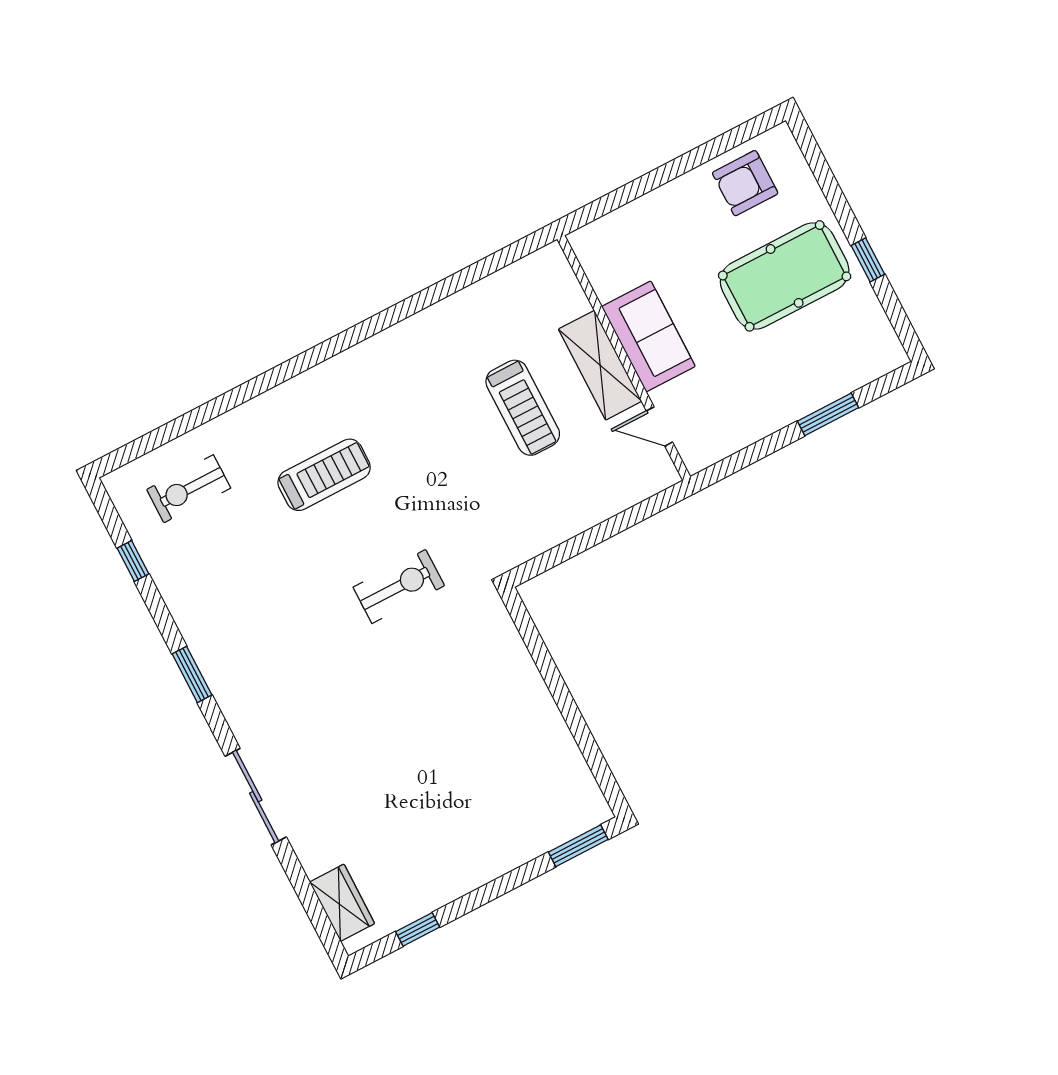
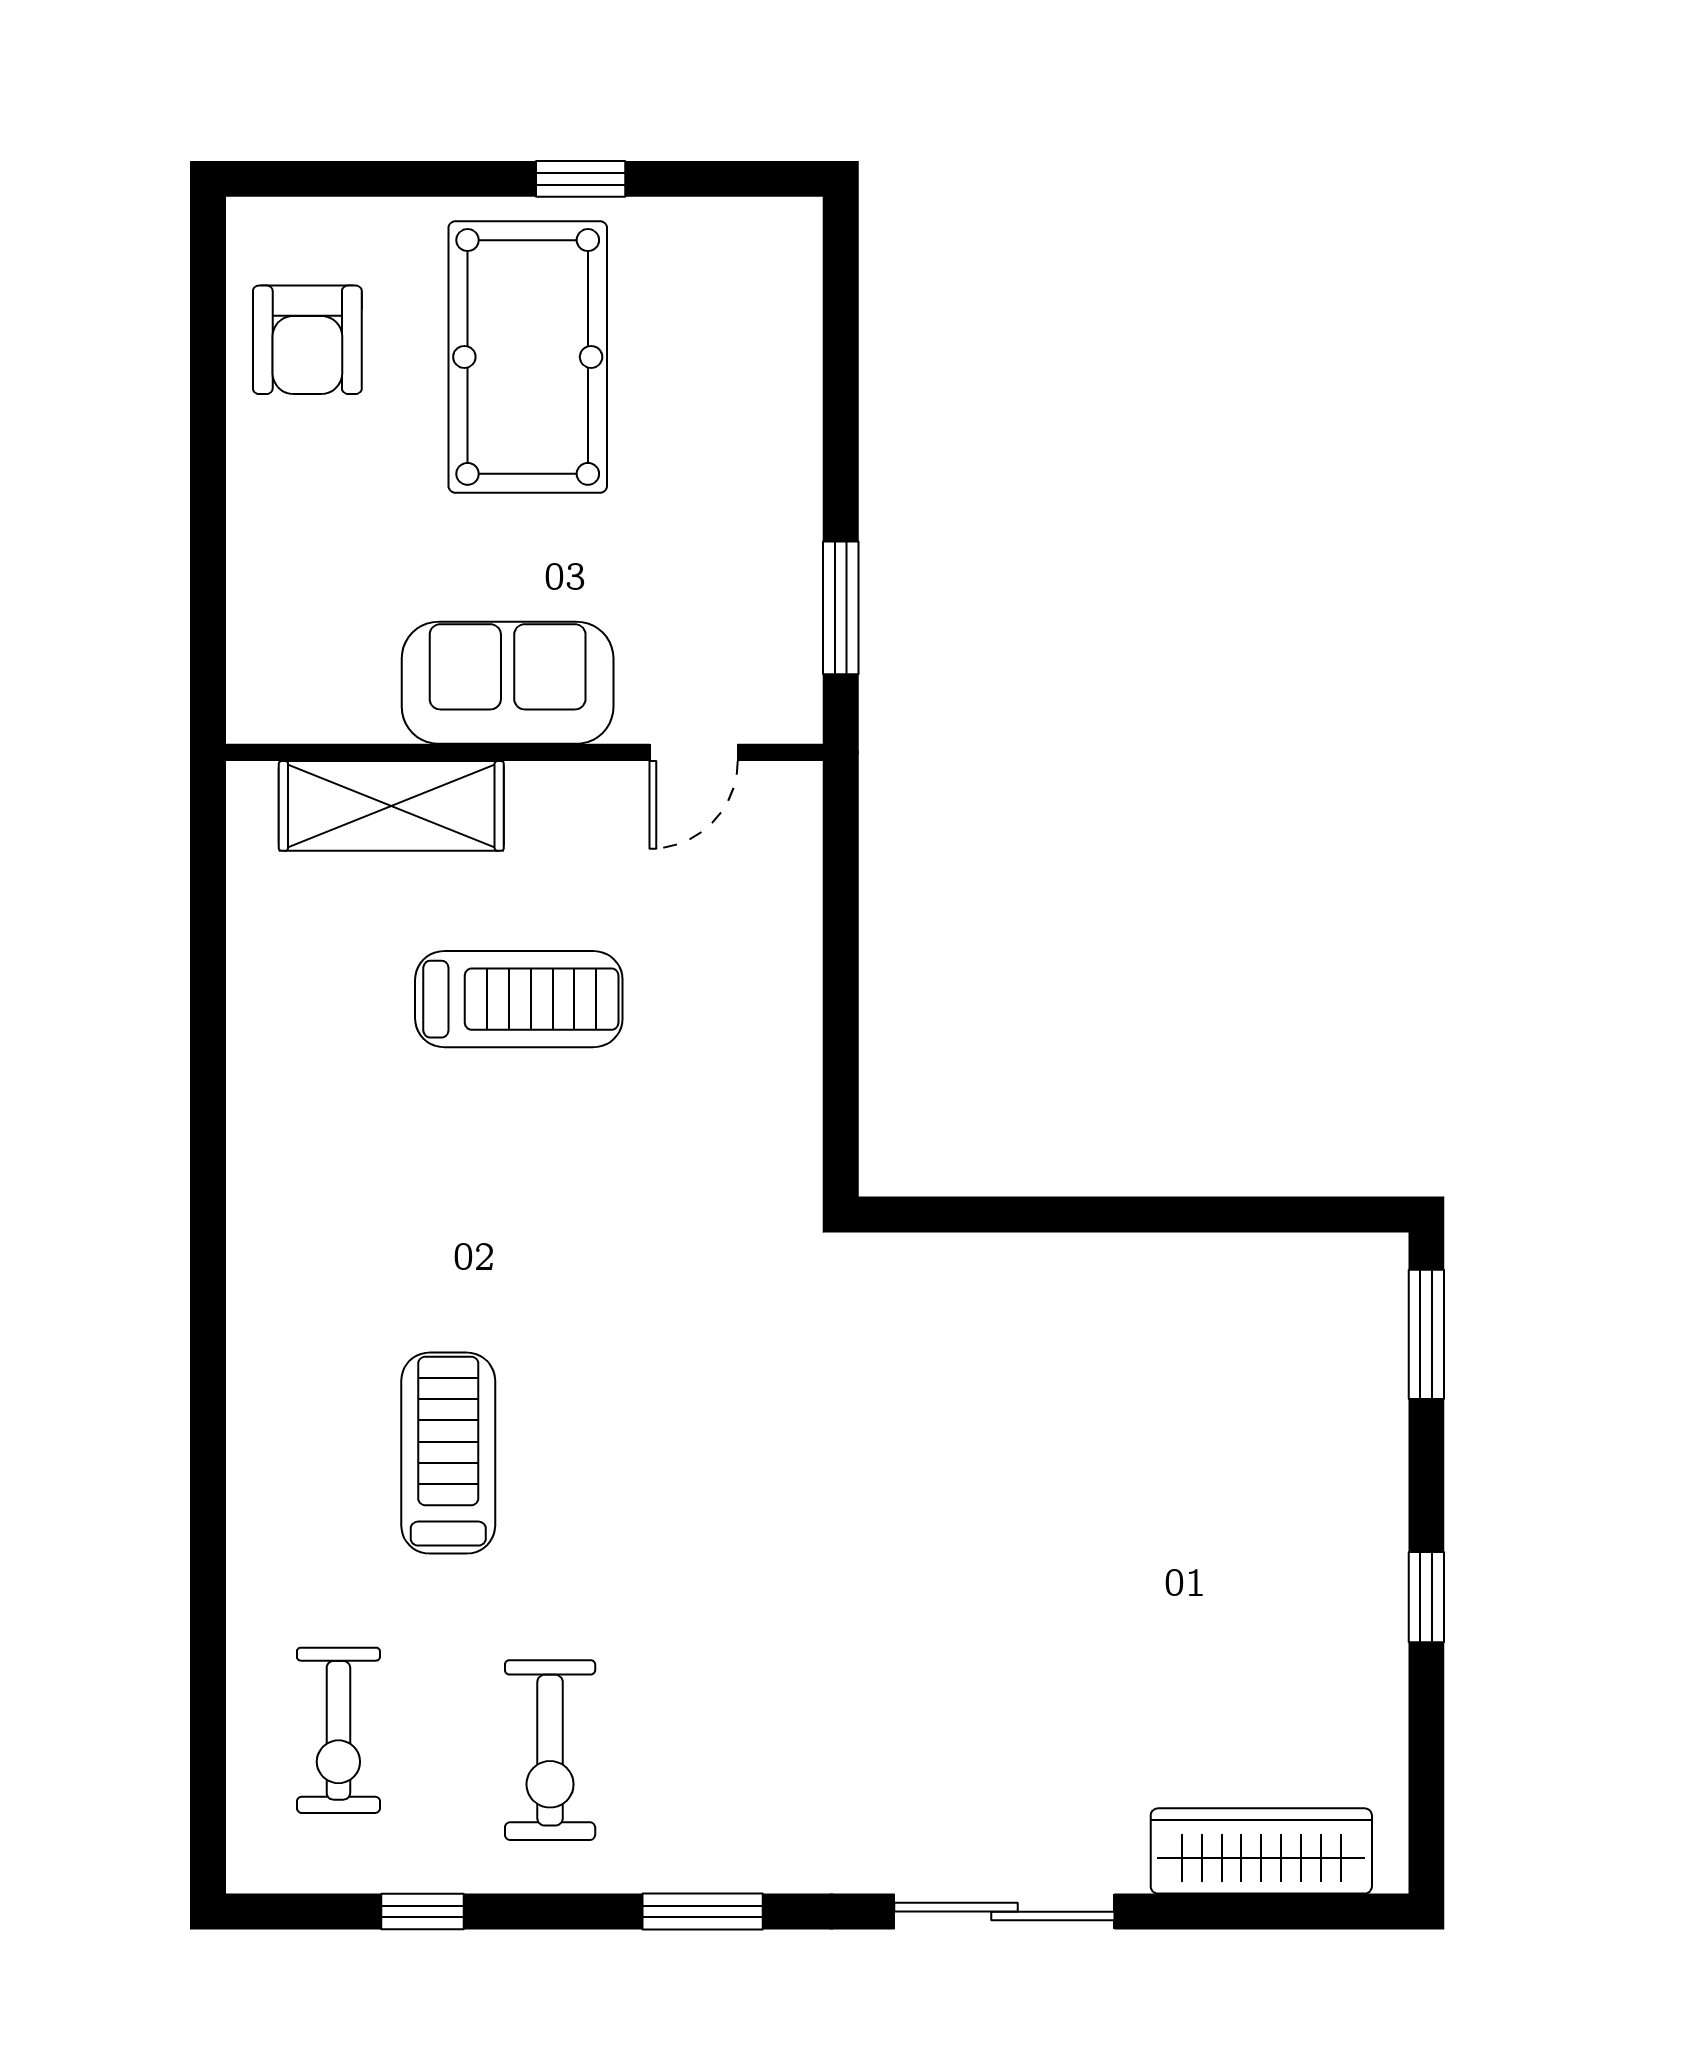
shelving: (600, 365) -> (391, 806), moved
window: (828, 414) -> (841, 608), moved
exercise bike: (399, 586) -> (550, 1750), moved, turned 180
wardrobe: (342, 903) -> (1261, 1851), width x1.50
window: (418, 929) -> (1426, 1597), moved

